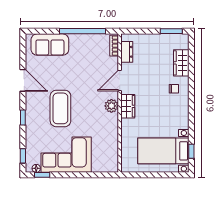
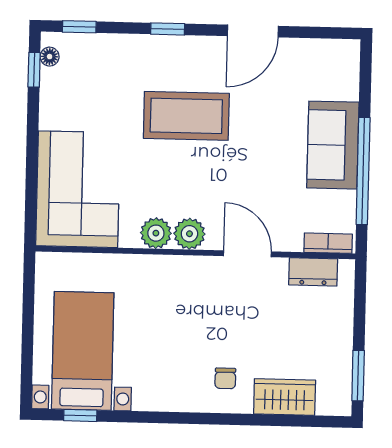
sofa: (50, 45) -> (333, 145), moved
wardrobe: (128, 106) -> (187, 271), removed
plant: (112, 120) -> (156, 233), added
corner sofa: (66, 155) -> (78, 189), moved

